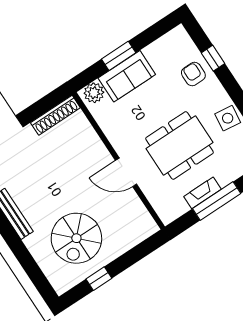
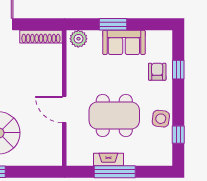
sofa: (127, 76) -> (124, 42), moved

